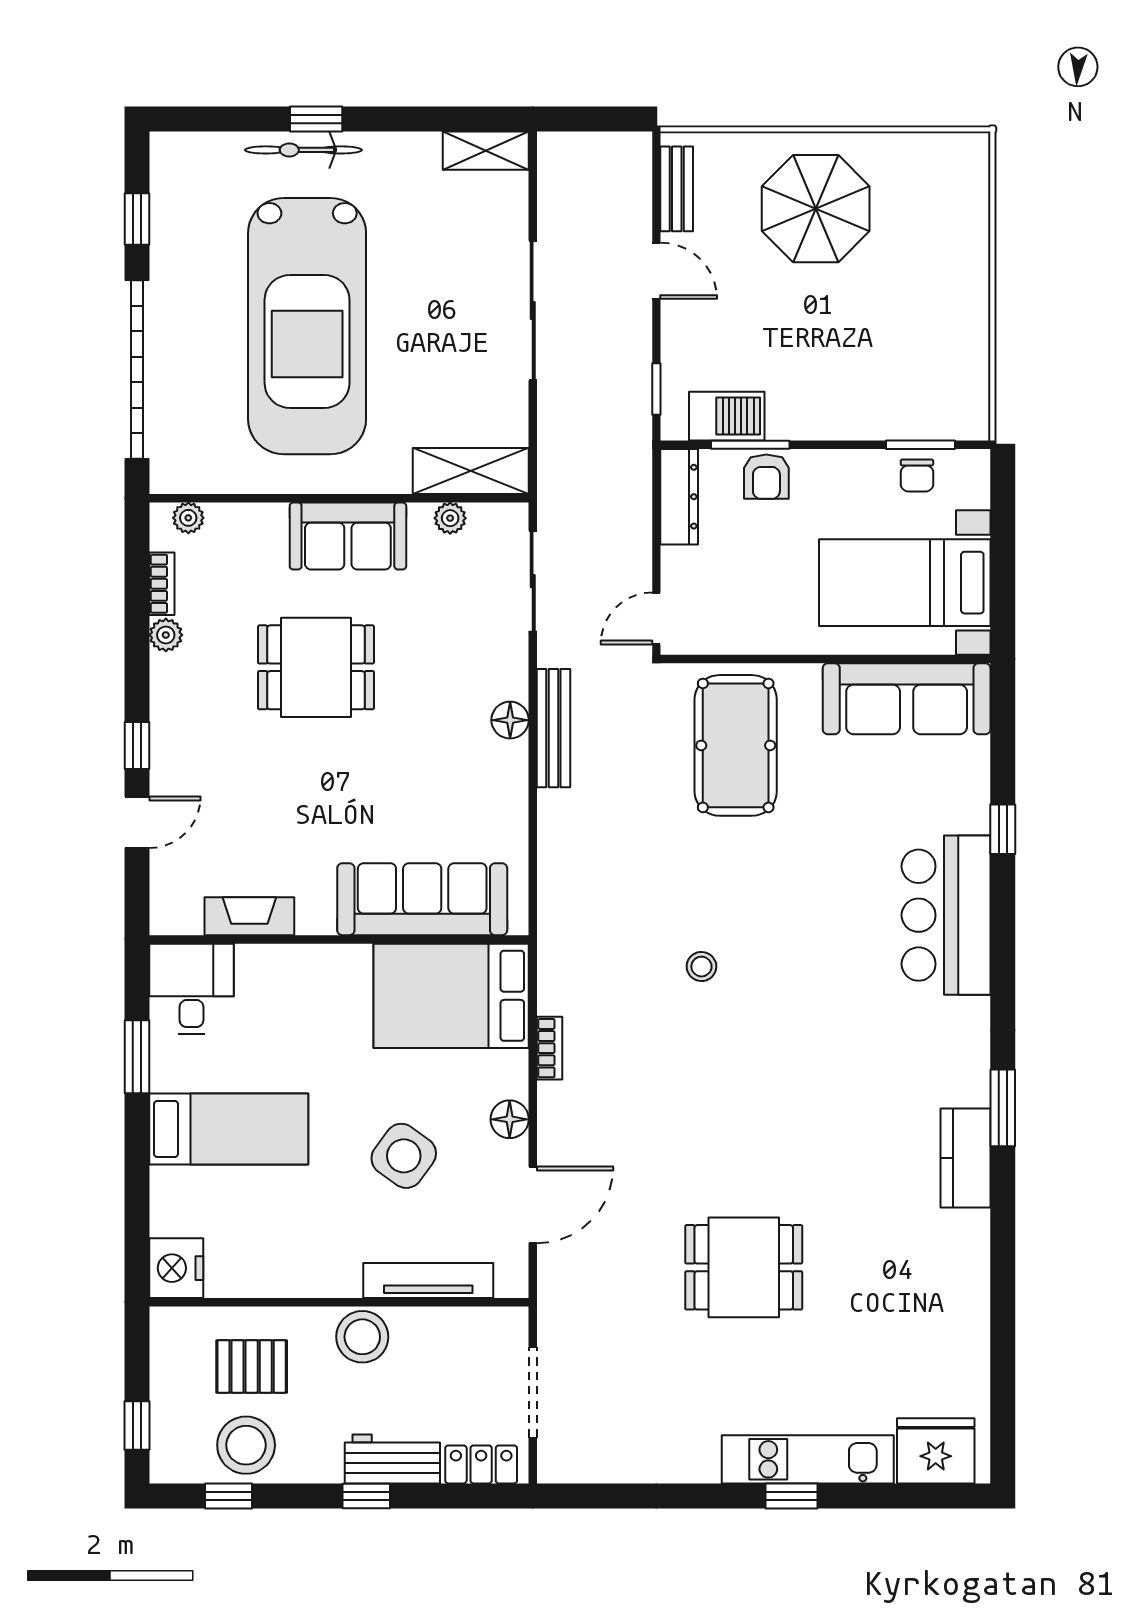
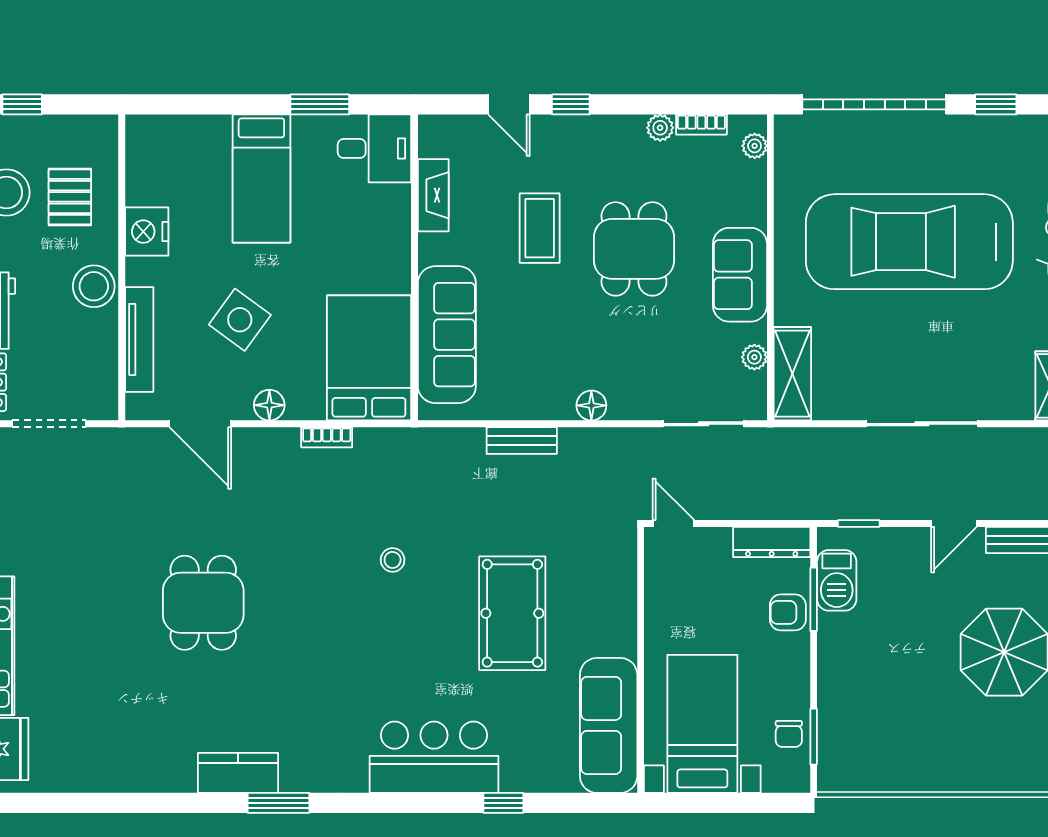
chair: (917, 475) -> (789, 734), turned -90
bench: (553, 728) -> (522, 440), moved, width x0.73
pool table: (736, 745) -> (512, 613), moved, turned 90
coffee table: (290, 784) -> (540, 228), added
dining table: (744, 1267) -> (203, 603), moved
nightstand: (176, 1268) -> (147, 232), moved, turned -90

